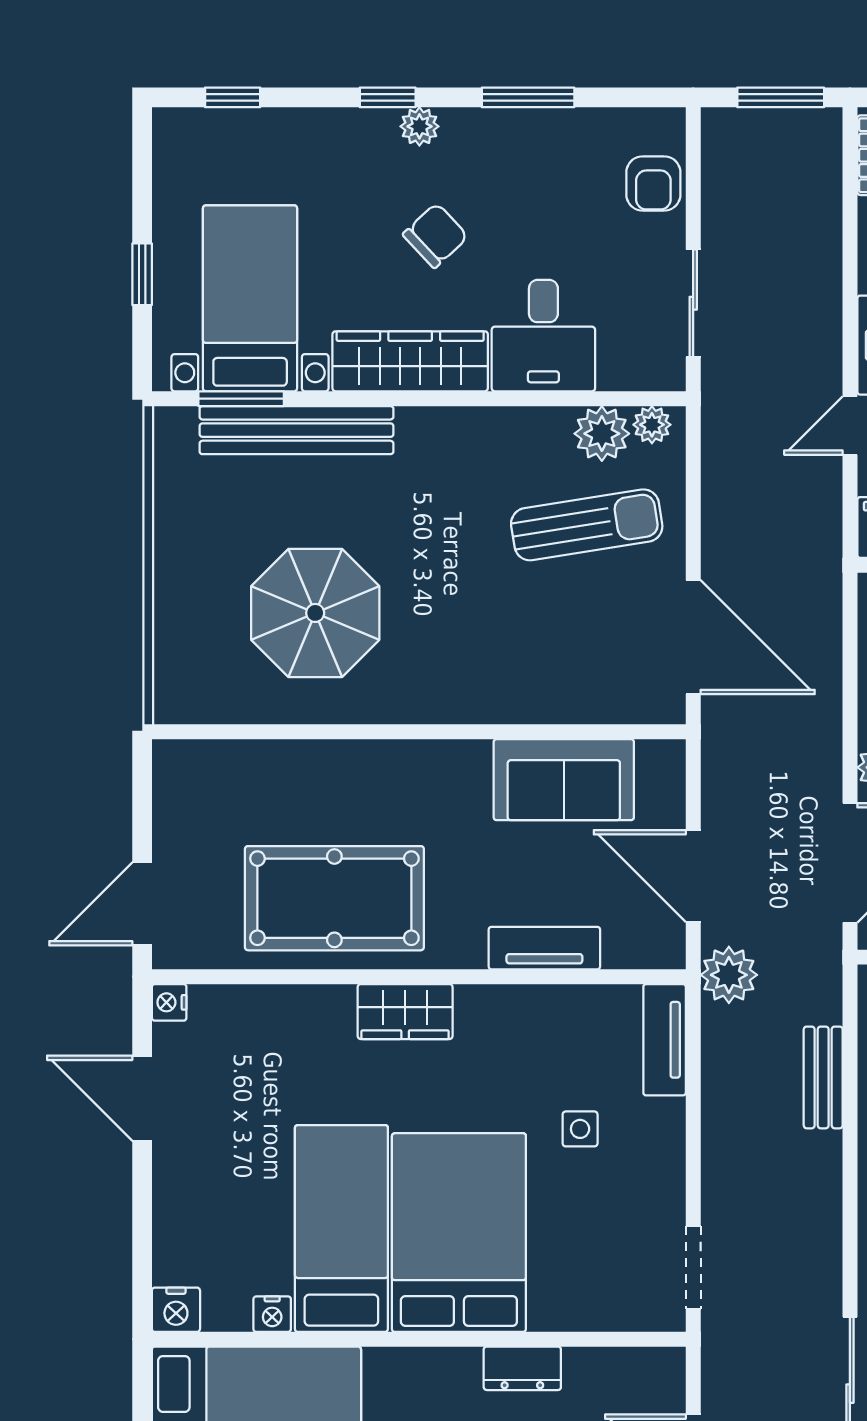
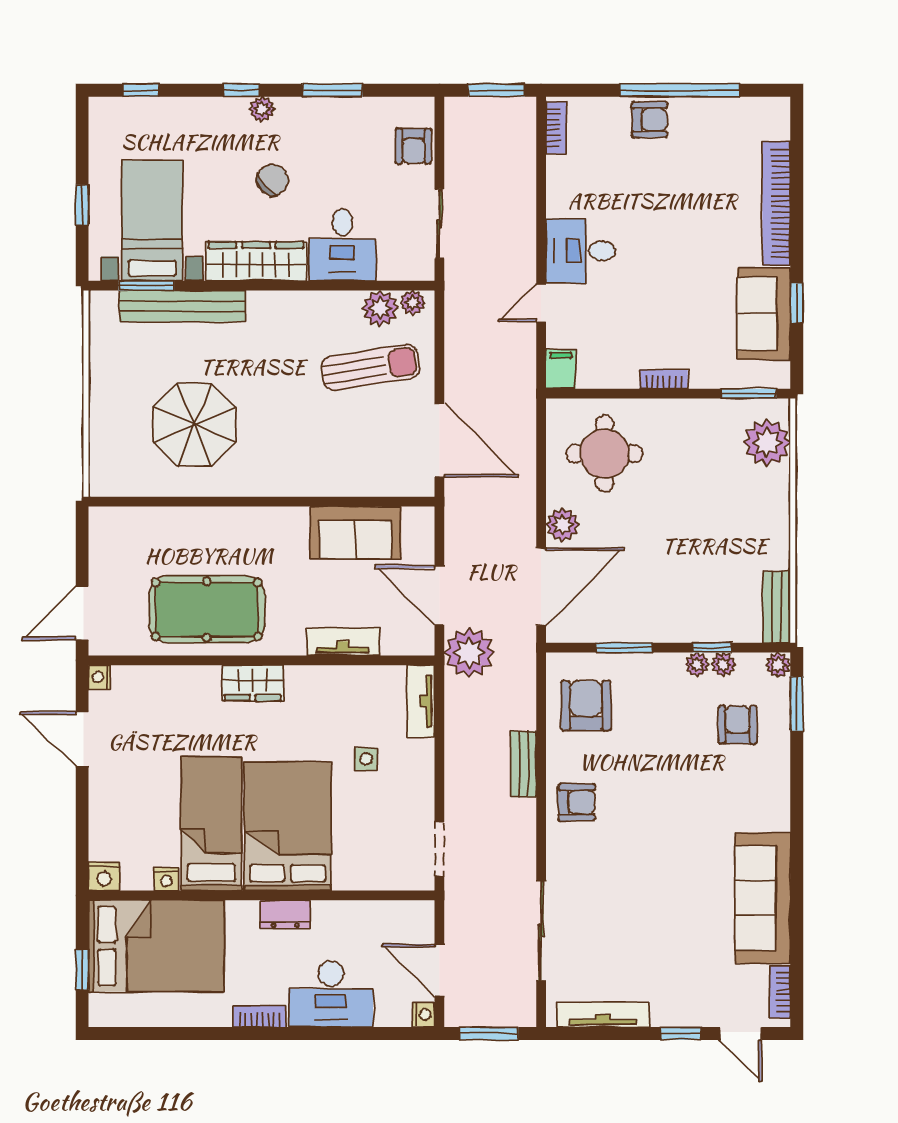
plant: (729, 975) -> (469, 653), width x1.36, depth x1.36
bench: (823, 1077) -> (524, 764), moved
dresser: (522, 1368) -> (285, 914), moved

